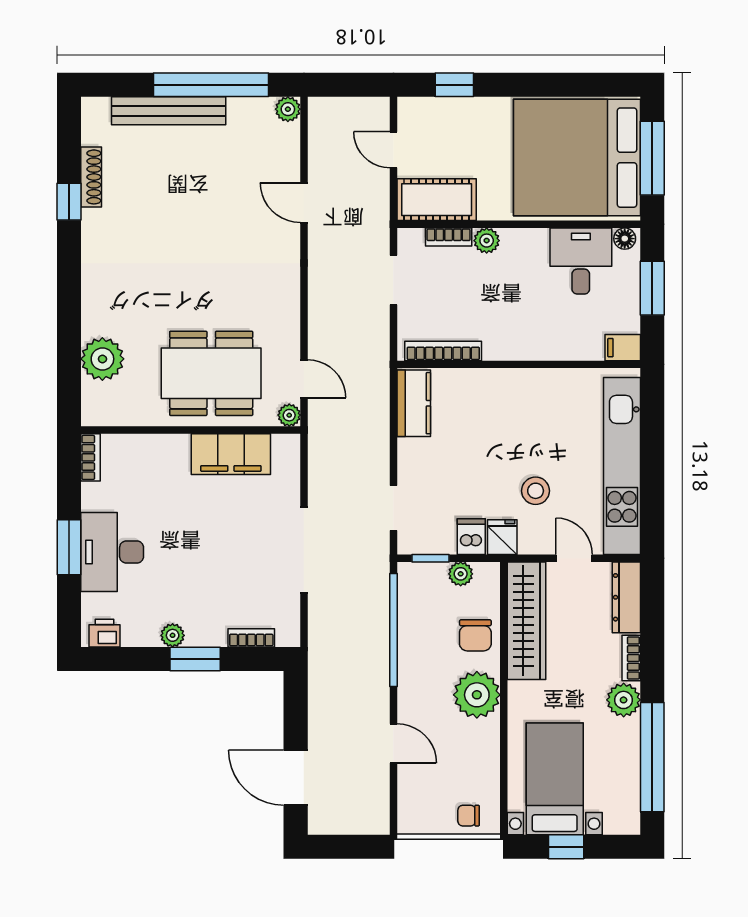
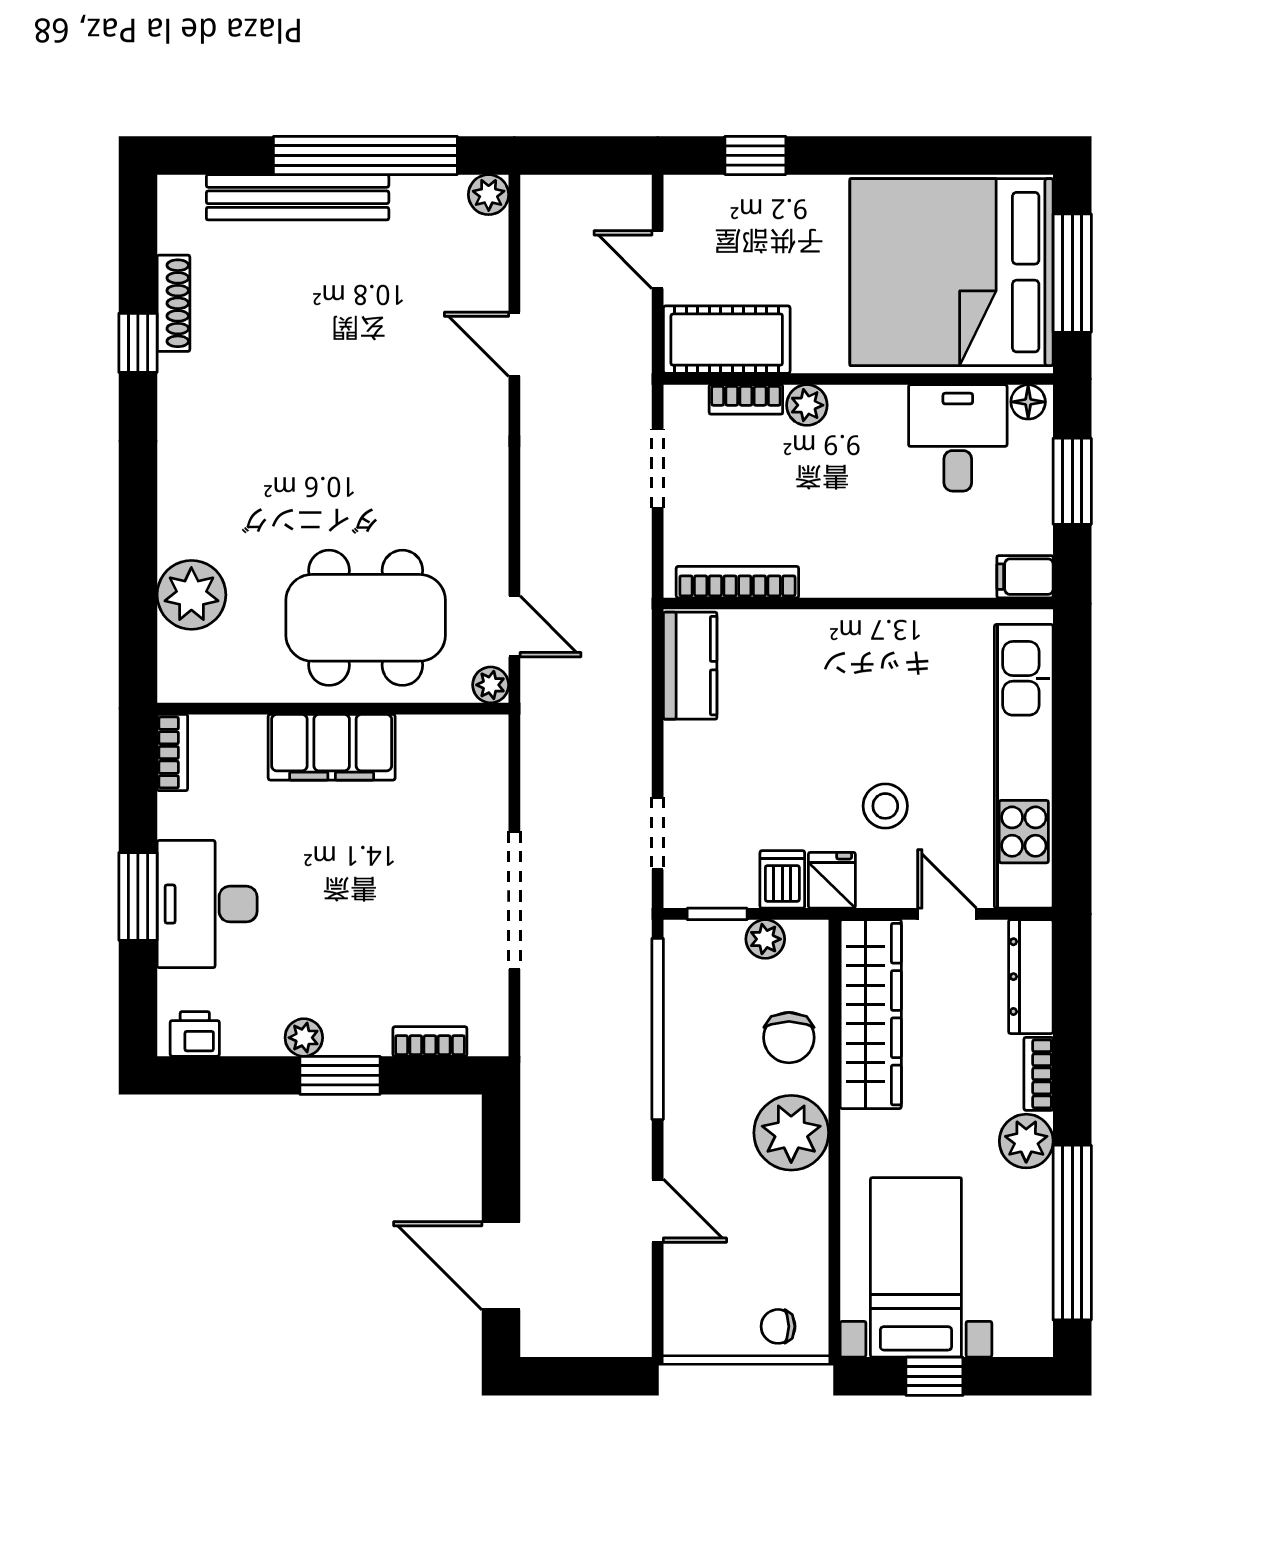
filing cabinet: (231, 454) -> (332, 747), moved

